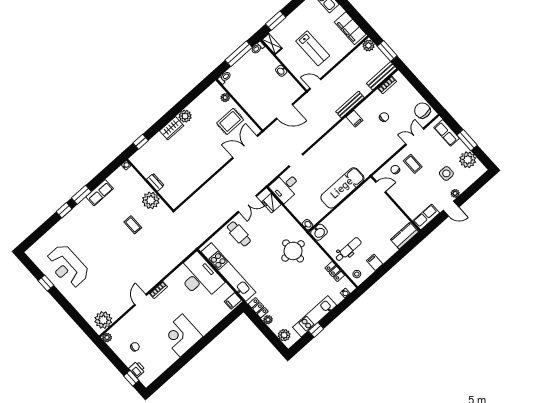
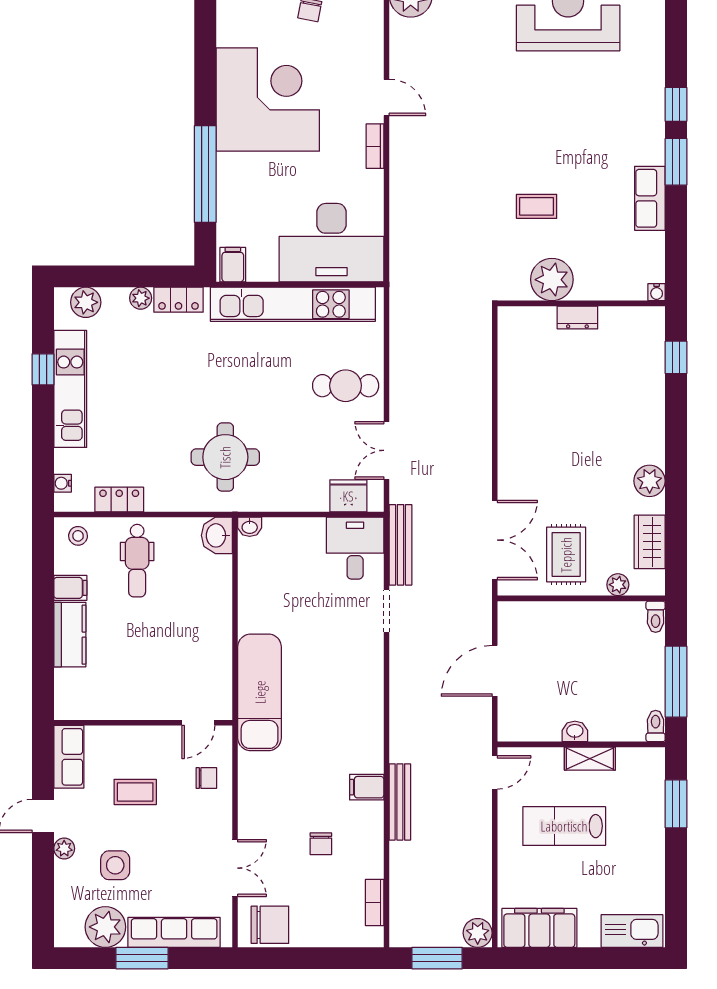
shelving: (272, 44) -> (590, 759), moved
bench: (382, 76) -> (401, 545), moved
wardrobe: (172, 128) -> (650, 542), moved
row of seats: (447, 133) -> (174, 932), width x1.48
coffee table: (413, 164) -> (135, 792), moved
exam couch: (342, 188) -> (260, 692), moved
kitchen counter: (405, 236) -> (70, 635), moved
window: (213, 334) -> (205, 174), added
corner desk: (181, 336) -> (268, 100), width x1.36, depth x1.36

